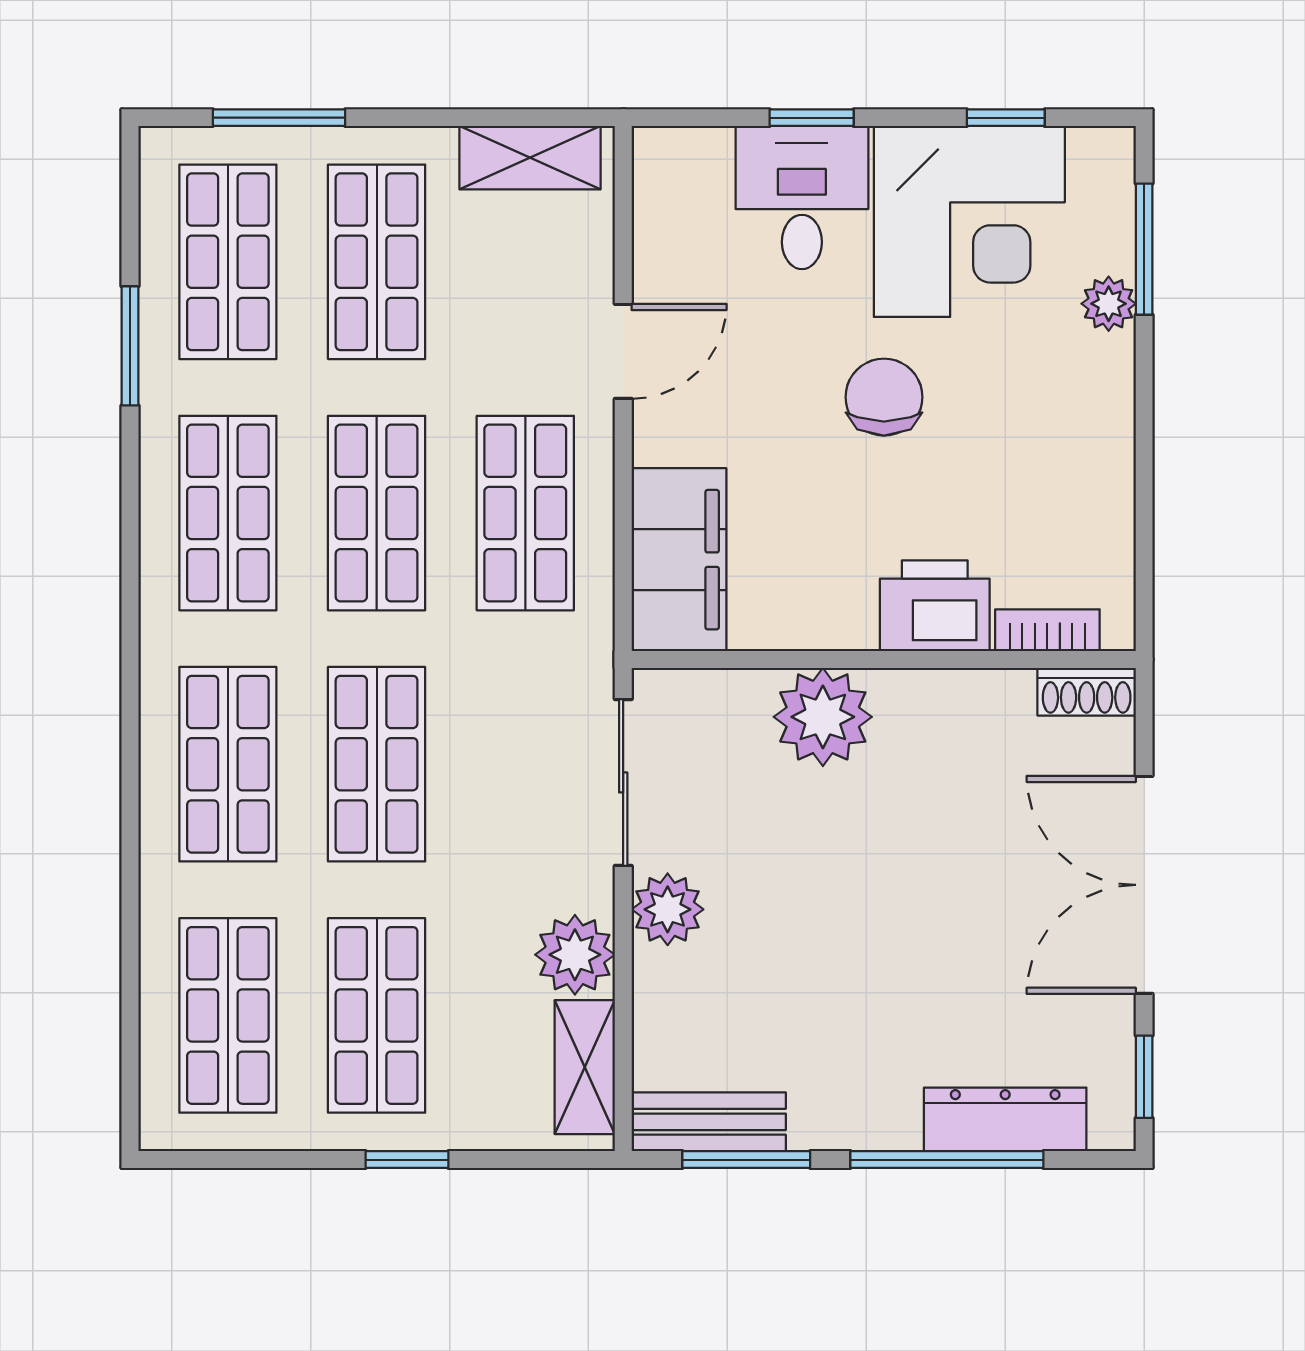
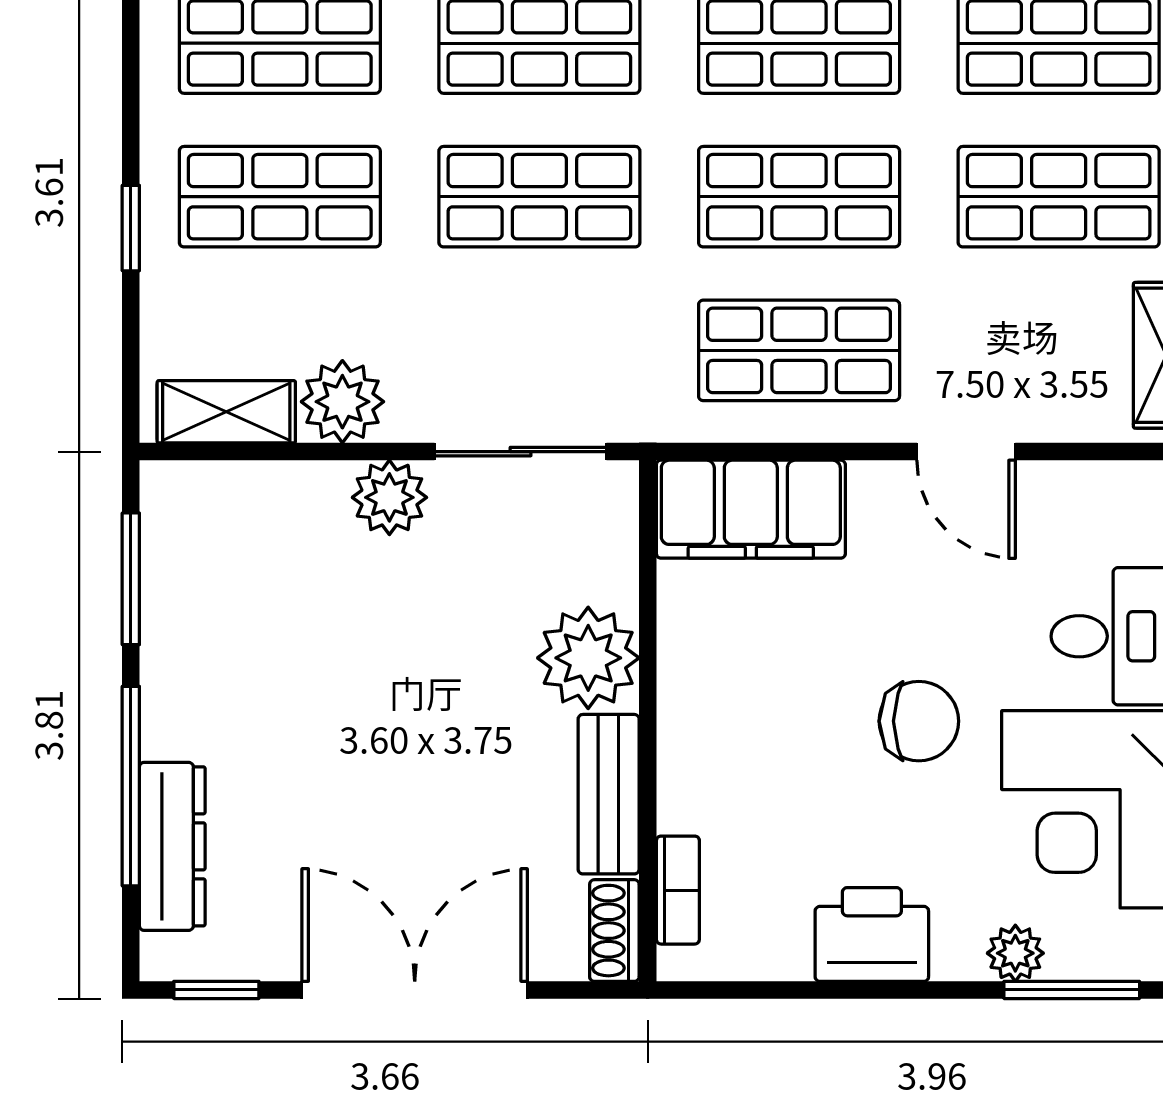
printer: (935, 606) -> (872, 935), moved, turned -90
bench: (709, 1122) -> (609, 794), moved

